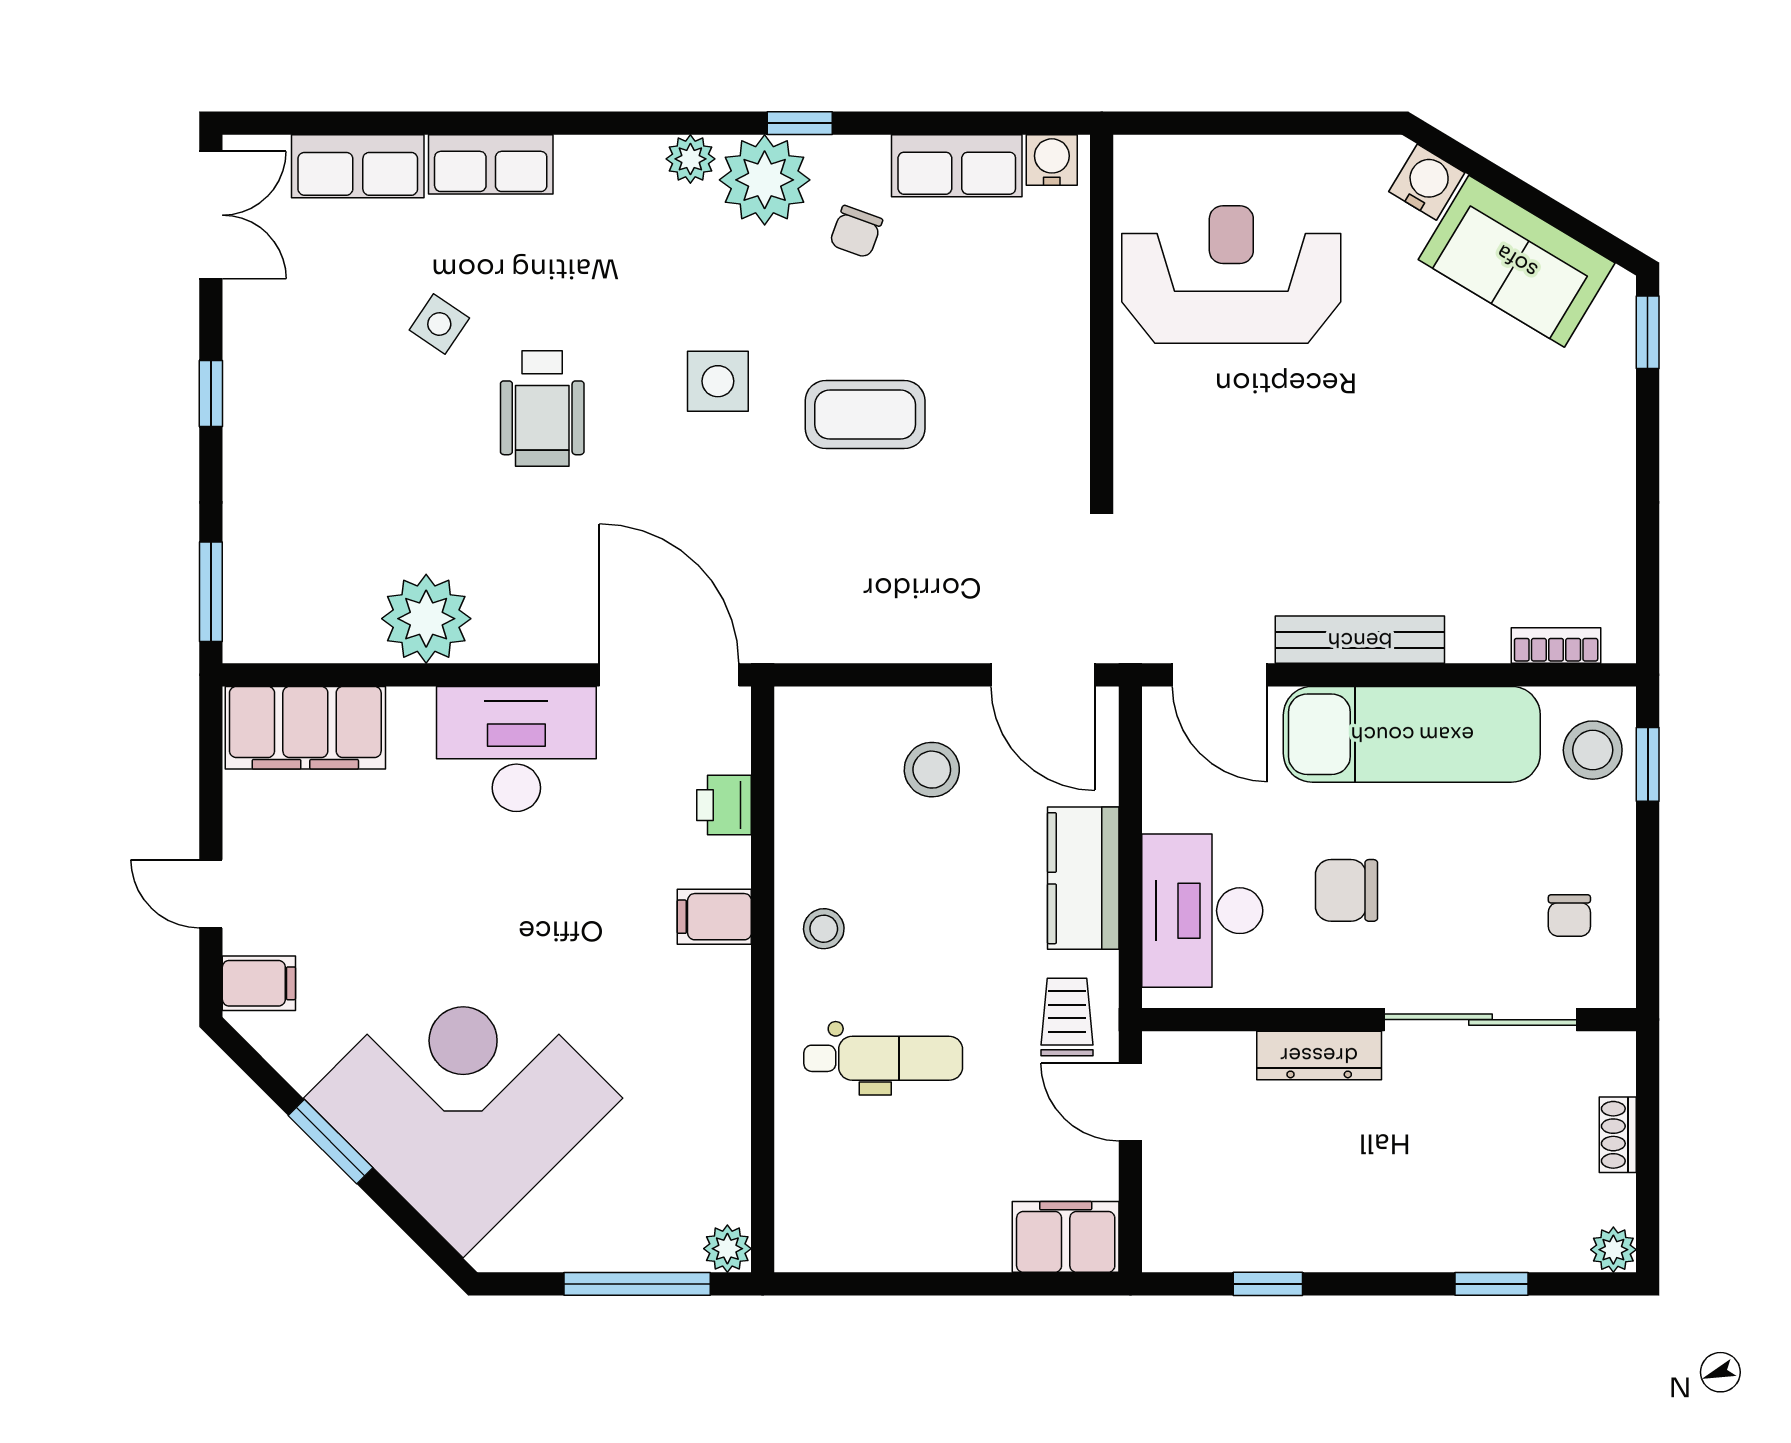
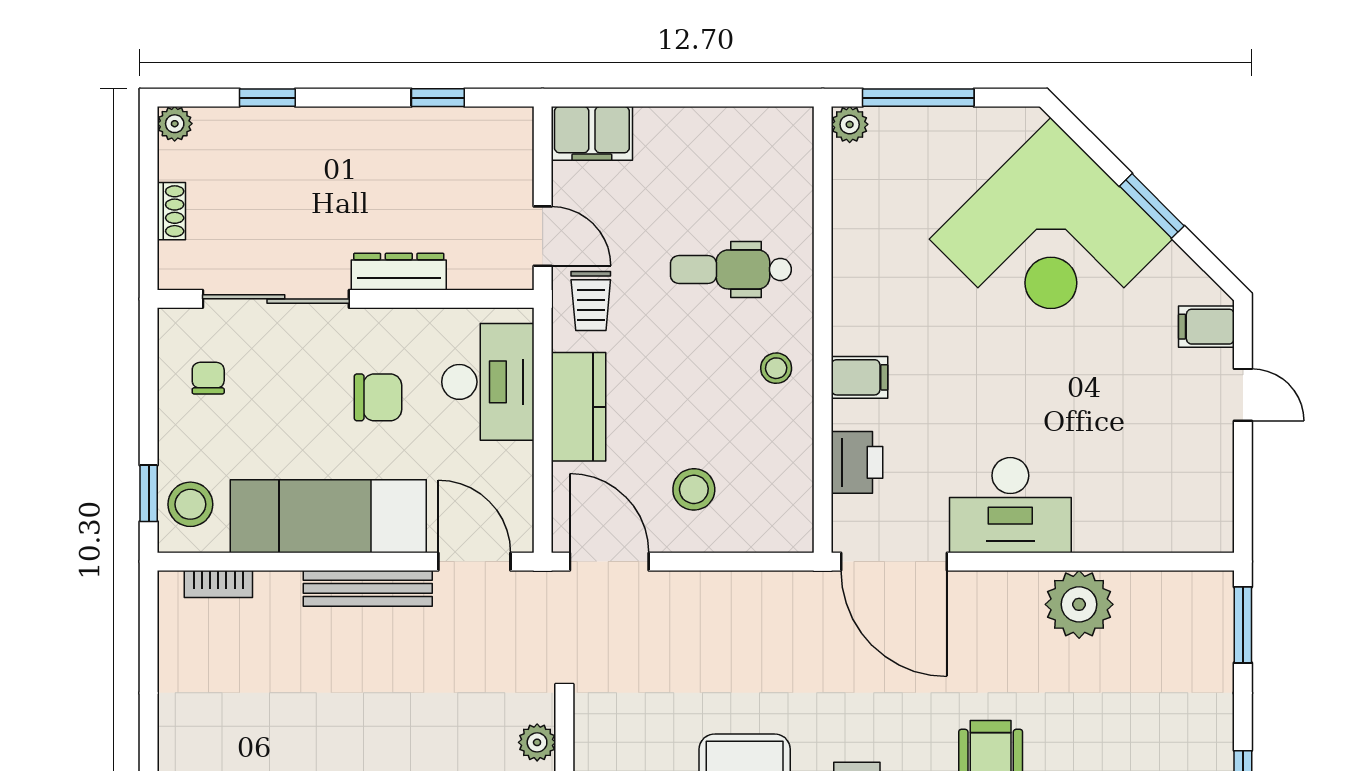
plant: (1138, 437) -> (537, 742), added
filing cabinet: (305, 728) -> (1171, 521), removed
printer: (724, 805) -> (857, 462), width x1.36, depth x1.24

